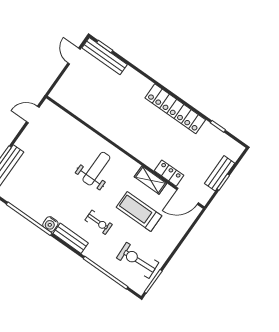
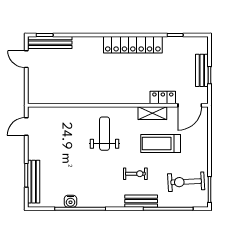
water cooler: (50, 224) -> (70, 201), moved
bench: (71, 238) -> (141, 201), moved

